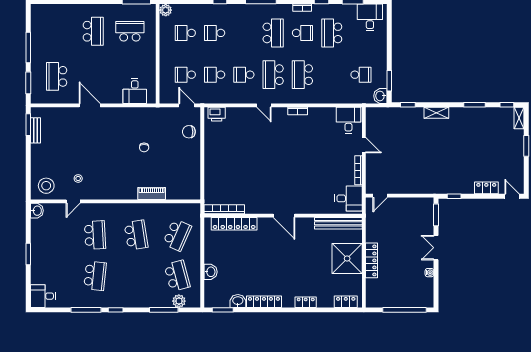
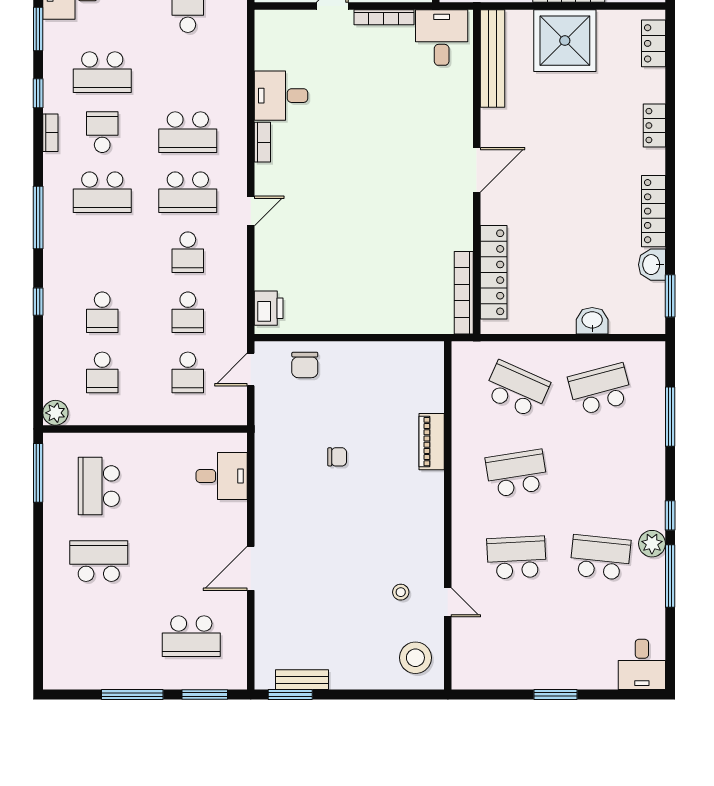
school desk: (273, 33) -> (102, 192), turned 180
desk: (348, 120) -> (281, 96), moved
washbasin: (37, 211) -> (467, 677), removed
plant: (179, 301) -> (652, 544), moved

